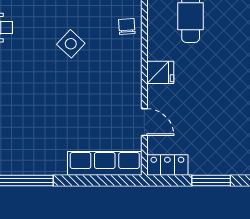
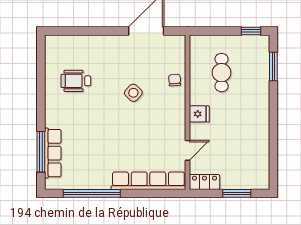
door: (144, 122) -> (188, 150), hinge flipped
row of seats: (105, 163) -> (148, 181), width x1.36

